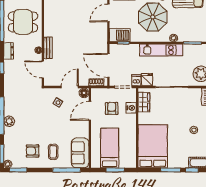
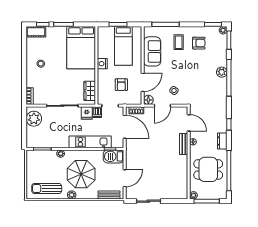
kitchen unit: (161, 50) -> (90, 142), moved
nightstand: (131, 108) -> (102, 64), moved
sofa: (80, 153) -> (152, 51), moved

